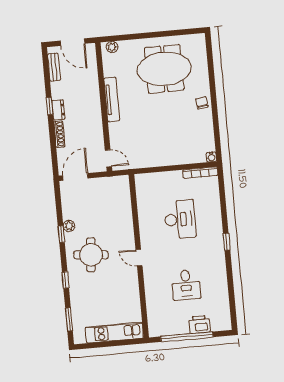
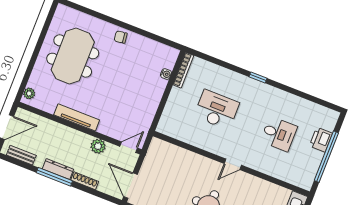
window: (50, 106) -> (54, 177), width x2.17
dresser: (58, 110) -> (58, 169), width x1.44
plant: (96, 131) -> (98, 146), added
water cooler: (211, 157) -> (166, 74), moved

